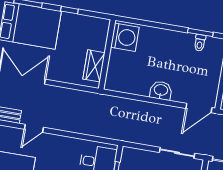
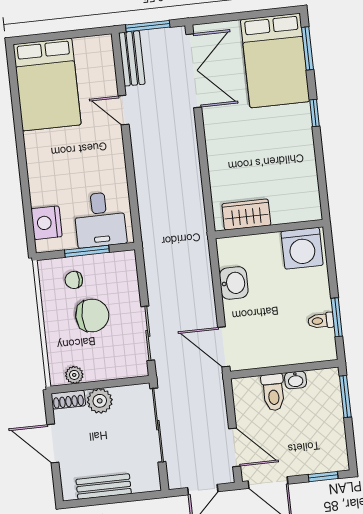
washing machine: (125, 37) -> (302, 248), moved
wall: (107, 54) -> (269, 229), moved
wardrobe: (94, 66) -> (246, 215), moved

